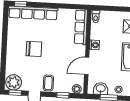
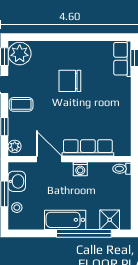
row of seats: (33, 13) -> (122, 59), width x0.50
row of seats: (81, 27) -> (88, 148), moved
chair: (34, 49) -> (70, 81), turned 90

